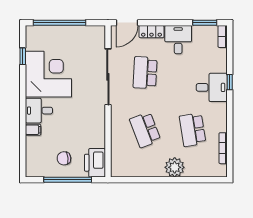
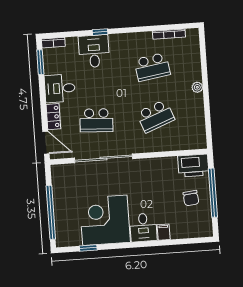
desk: (212, 87) -> (94, 51), moved
plant: (175, 167) -> (197, 87), width x0.53, depth x0.53

